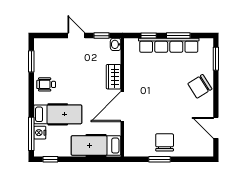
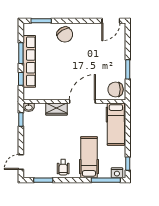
door: (76, 36) -> (21, 162), moved
door: (122, 107) -> (82, 102), swing flipped
door: (216, 128) -> (111, 21), moved
nightstand: (40, 133) -> (117, 173), moved
chair: (165, 142) -> (116, 89), moved

